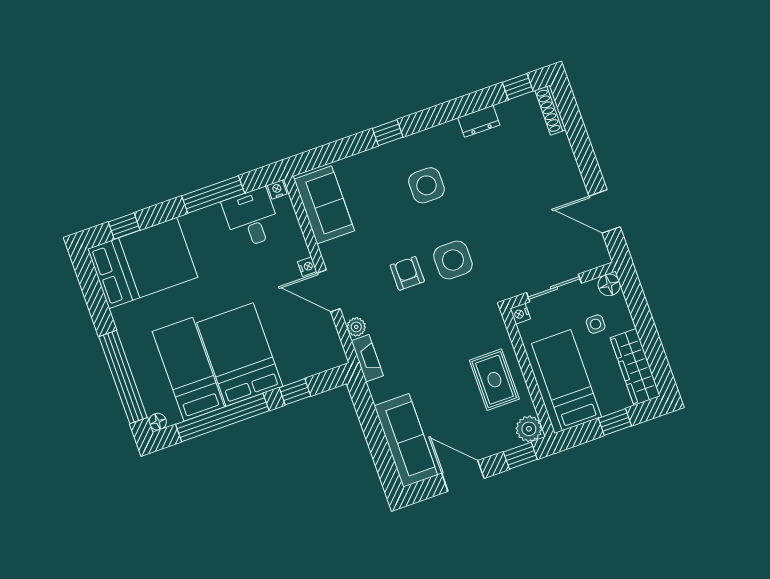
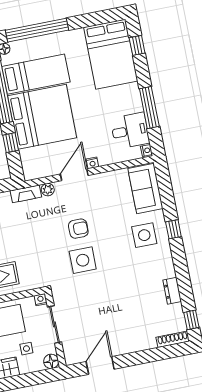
side table: (426, 185) -> (144, 235), moved
sofa: (324, 205) -> (145, 189), moved, turned 90
bed: (240, 354) -> (42, 117), width x1.36

